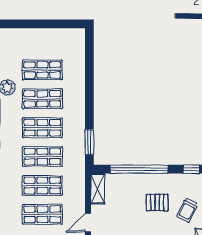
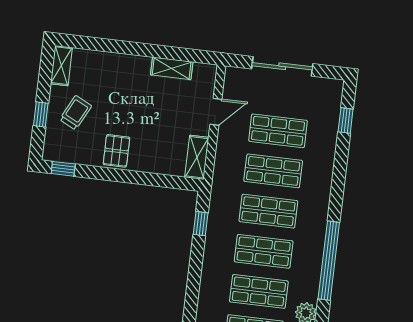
window: (89, 142) -> (201, 224), width x0.67
window: (139, 169) -> (136, 177), removed
pallet: (157, 202) -> (116, 151), moved, turned 90

